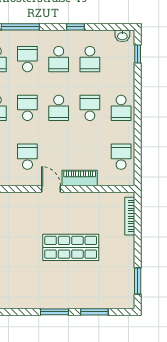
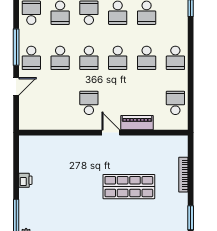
school desk: (27, 108) -> (89, 58), turned 180
school desk: (90, 108) -> (147, 58), turned 180
bookcase: (130, 216) -> (183, 175), moved

